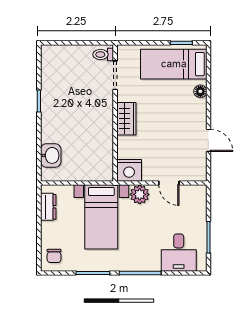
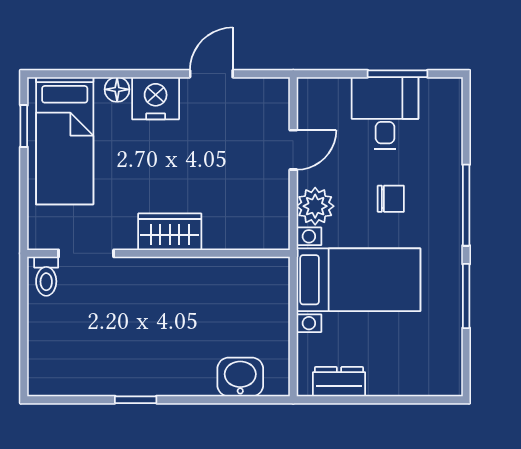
nightstand: (129, 170) -> (156, 98), moved, turned -90
desk: (179, 253) -> (385, 113), moved, turned -90
chair: (54, 256) -> (391, 199), moved

